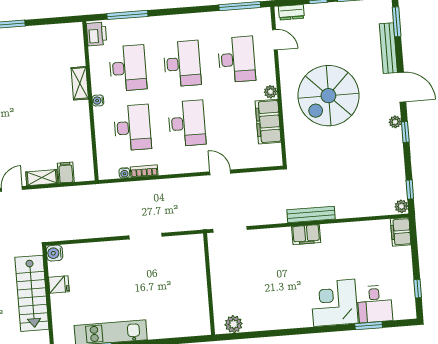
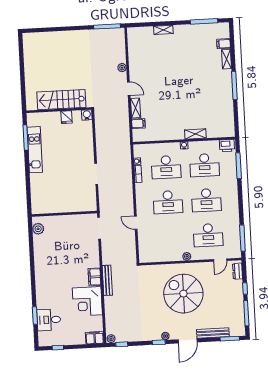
filing cabinet: (268, 122) -> (168, 254), removed
door: (220, 172) -> (136, 223), swing flipped
corner desk: (334, 303) -> (87, 301), moved, turned 180

